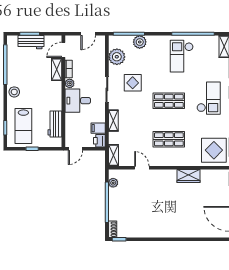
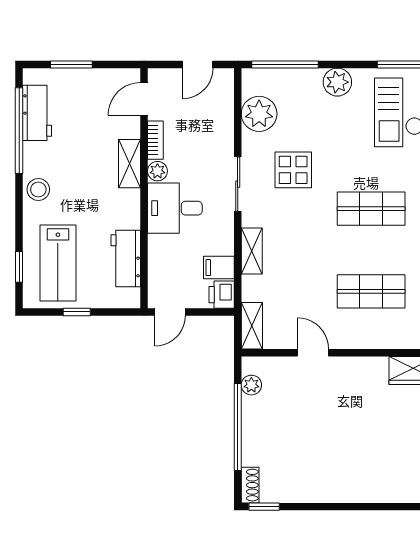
workbench: (31, 42) -> (37, 113), moved, turned -90
plant: (140, 42) -> (337, 82), moved
shelving: (57, 69) -> (129, 164), moved

